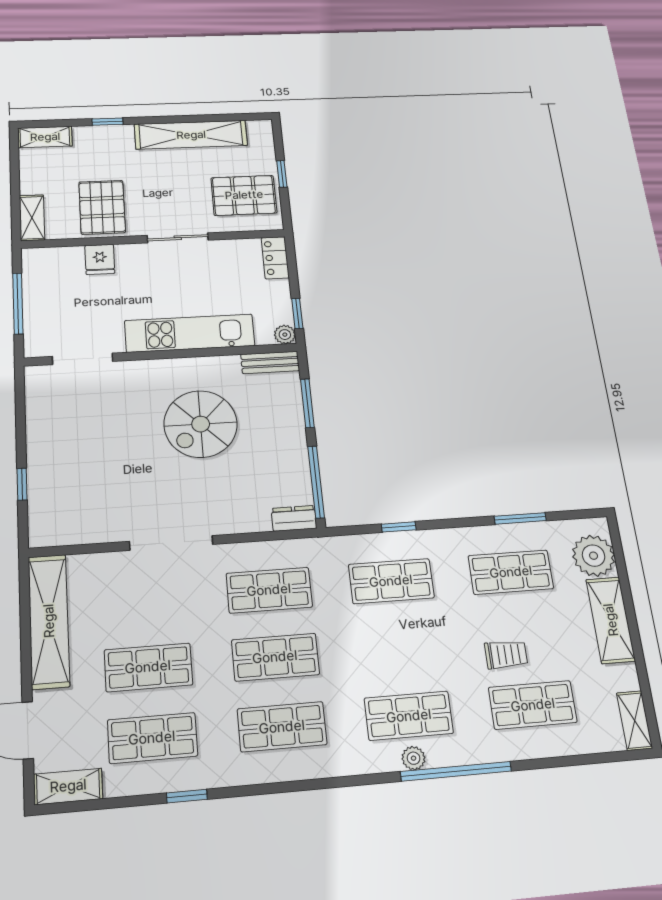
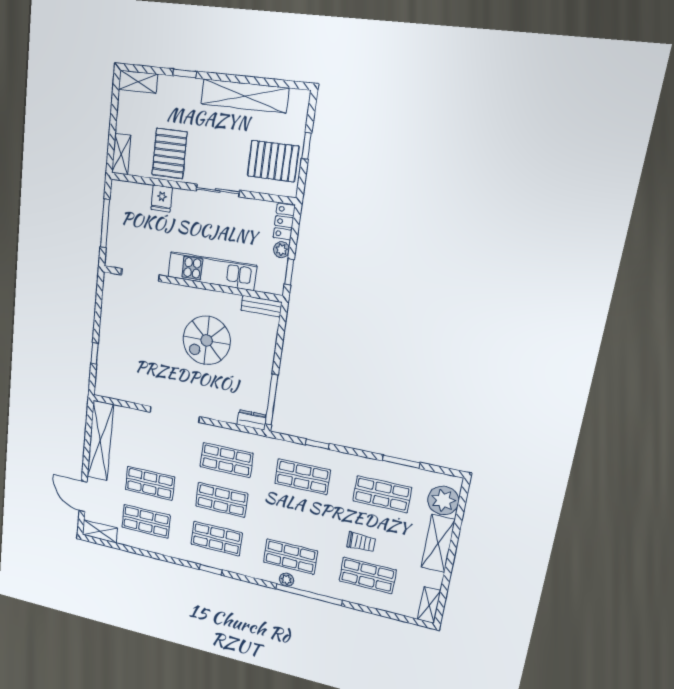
plant: (285, 335) -> (281, 250), moved
window: (307, 403) -> (279, 343), removed
window: (187, 796) -> (211, 570), moved

